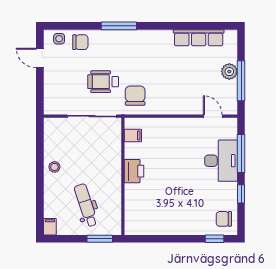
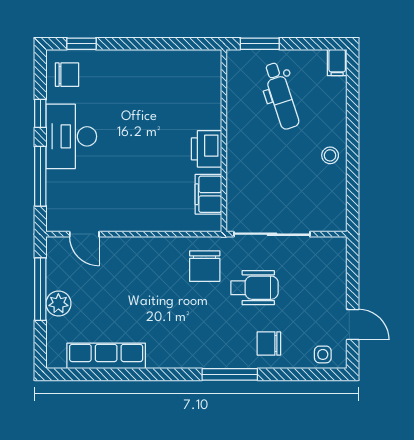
chair: (80, 42) -> (269, 343), moved
filing cabinet: (133, 136) -> (208, 194), width x2.00
desk: (221, 161) -> (71, 136), moved

